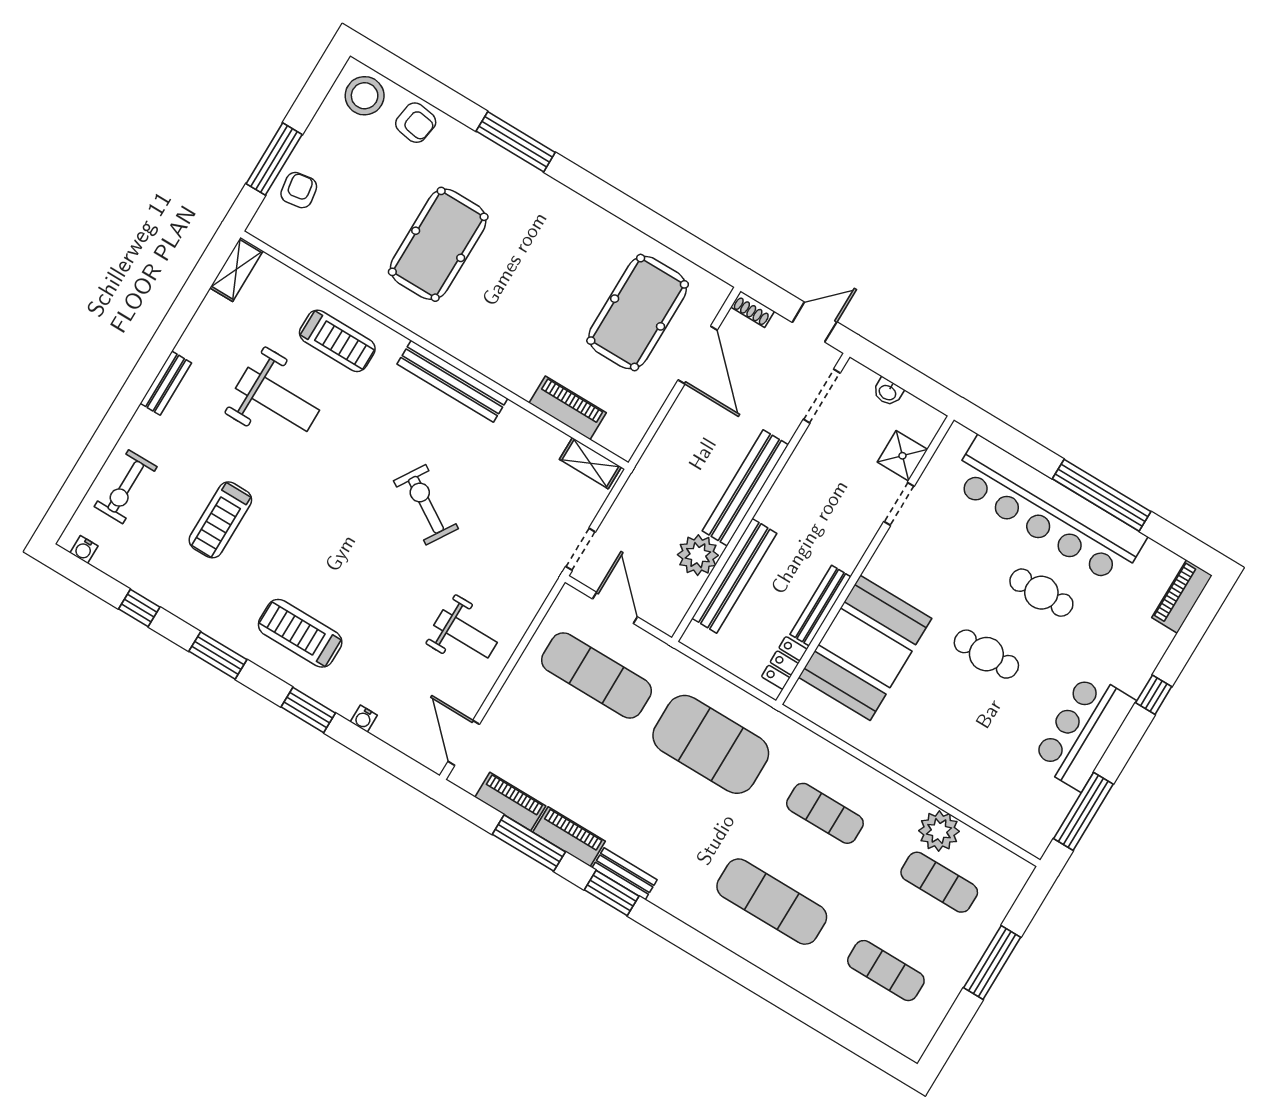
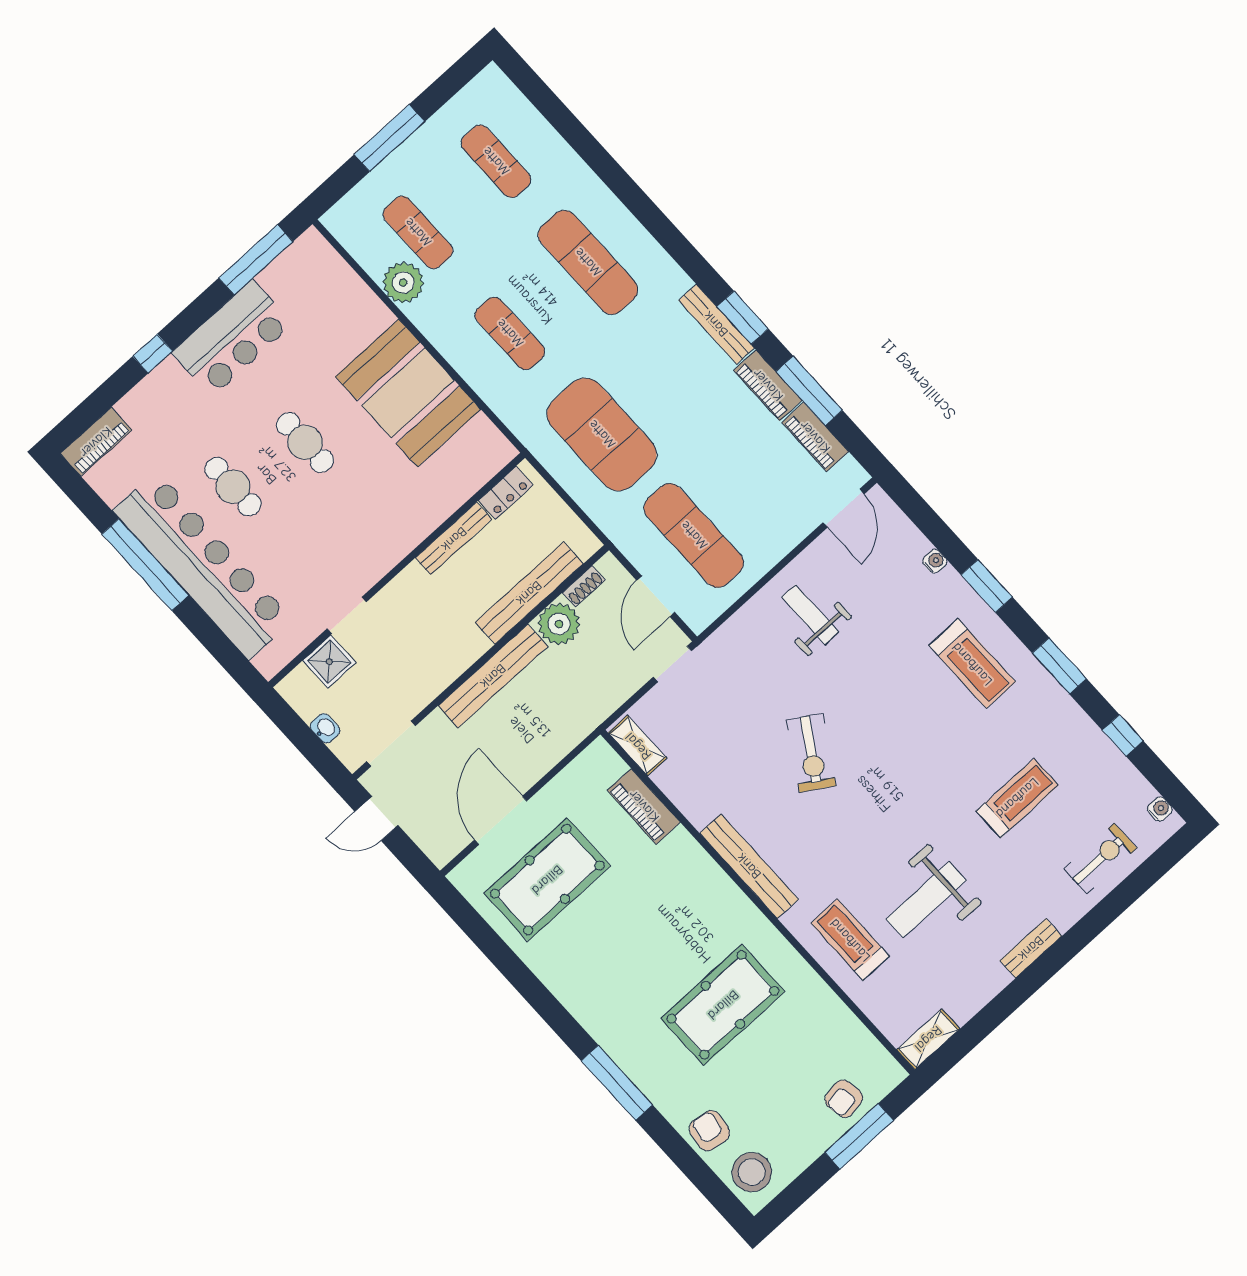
shoe rack: (753, 309) -> (584, 586), moved, turned 90
weight bench: (277, 399) -> (926, 900), turned -90
booth: (865, 648) -> (408, 393), moved, turned 90
bench: (625, 874) -> (716, 324), width x1.36

